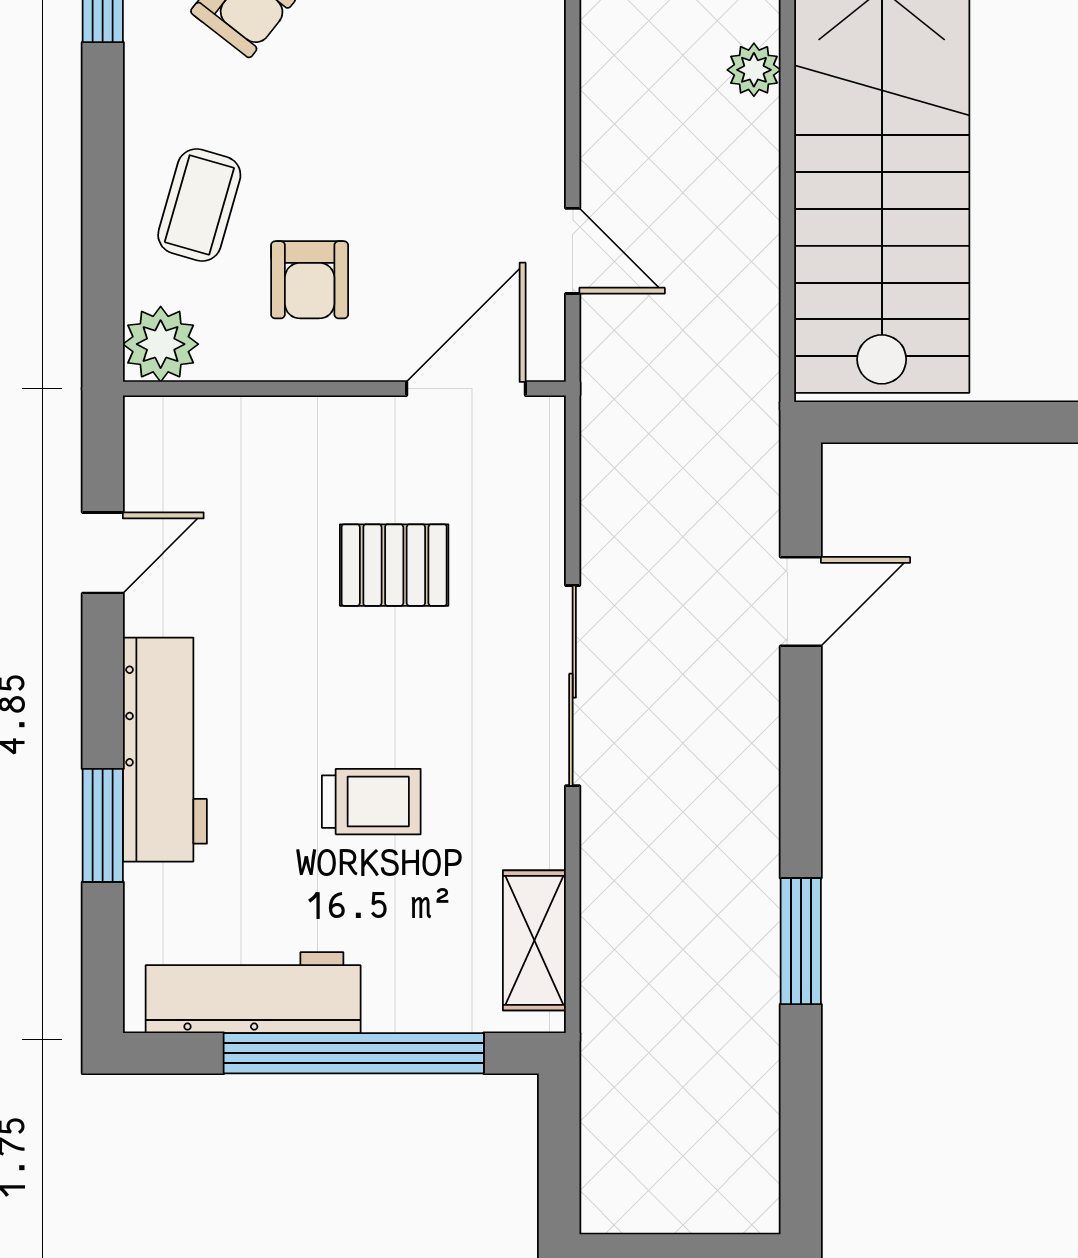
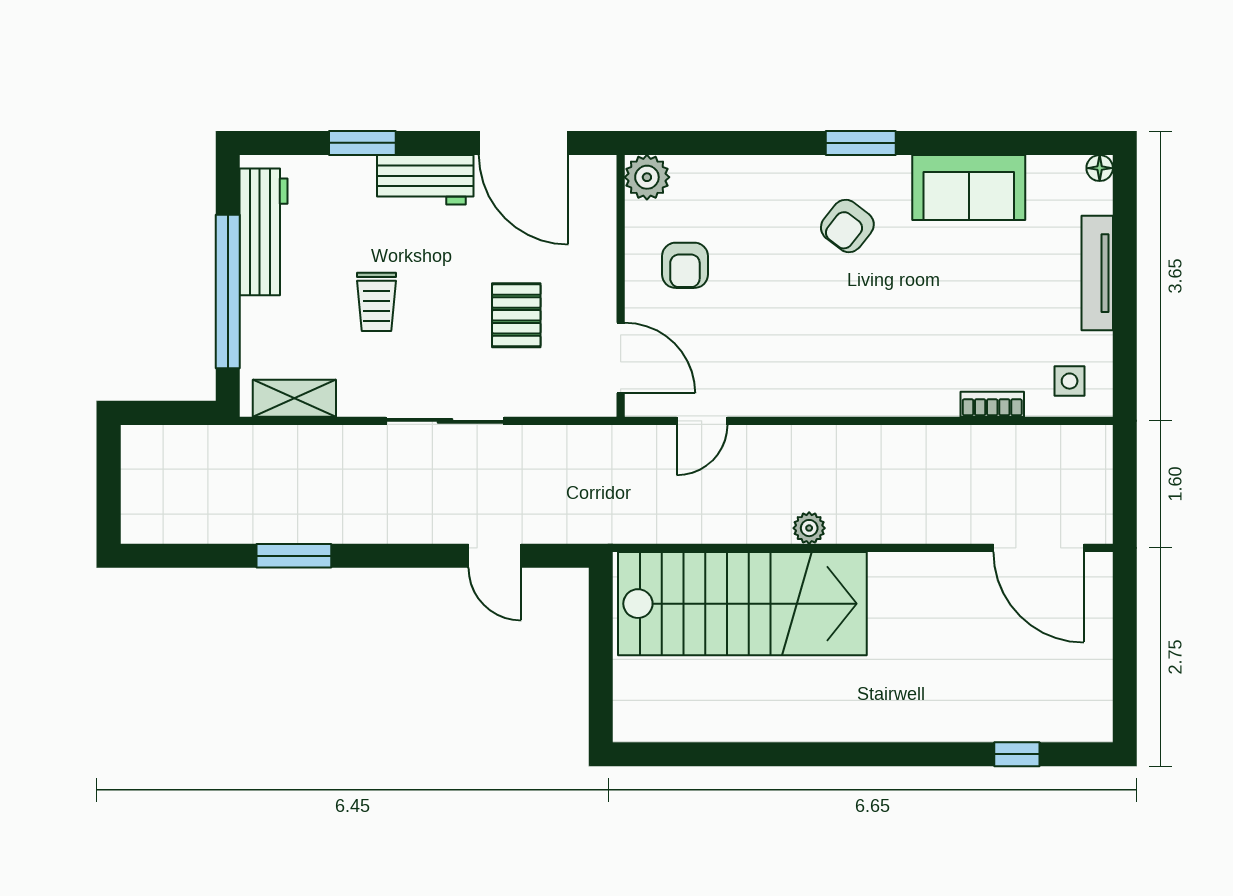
coffee table: (199, 205) -> (729, 200), removed
armchair: (310, 280) -> (685, 265), turned -90
door: (103, 553) -> (524, 143), width x1.87
workbench: (165, 750) -> (425, 180), width x0.73

